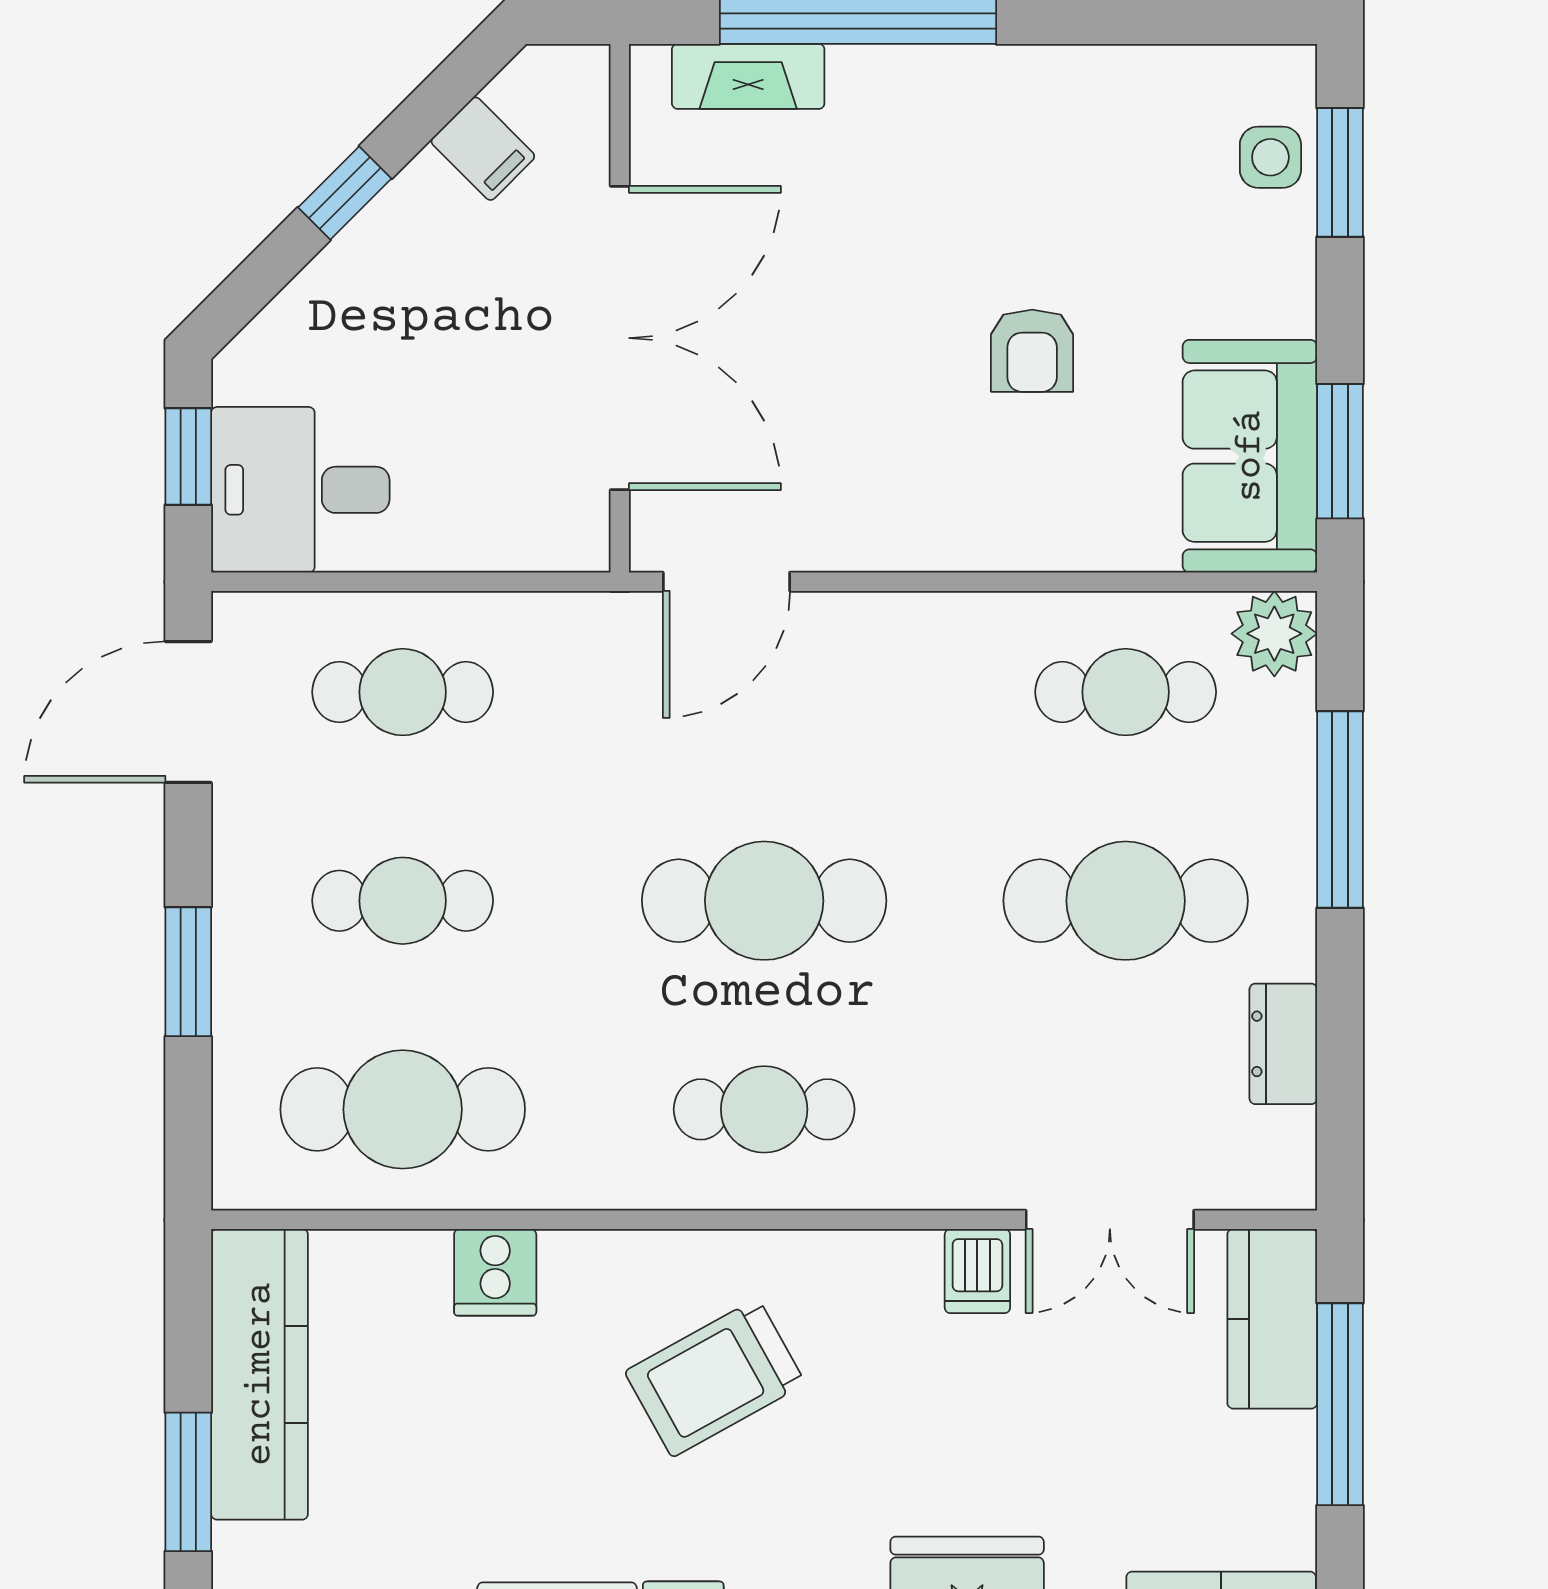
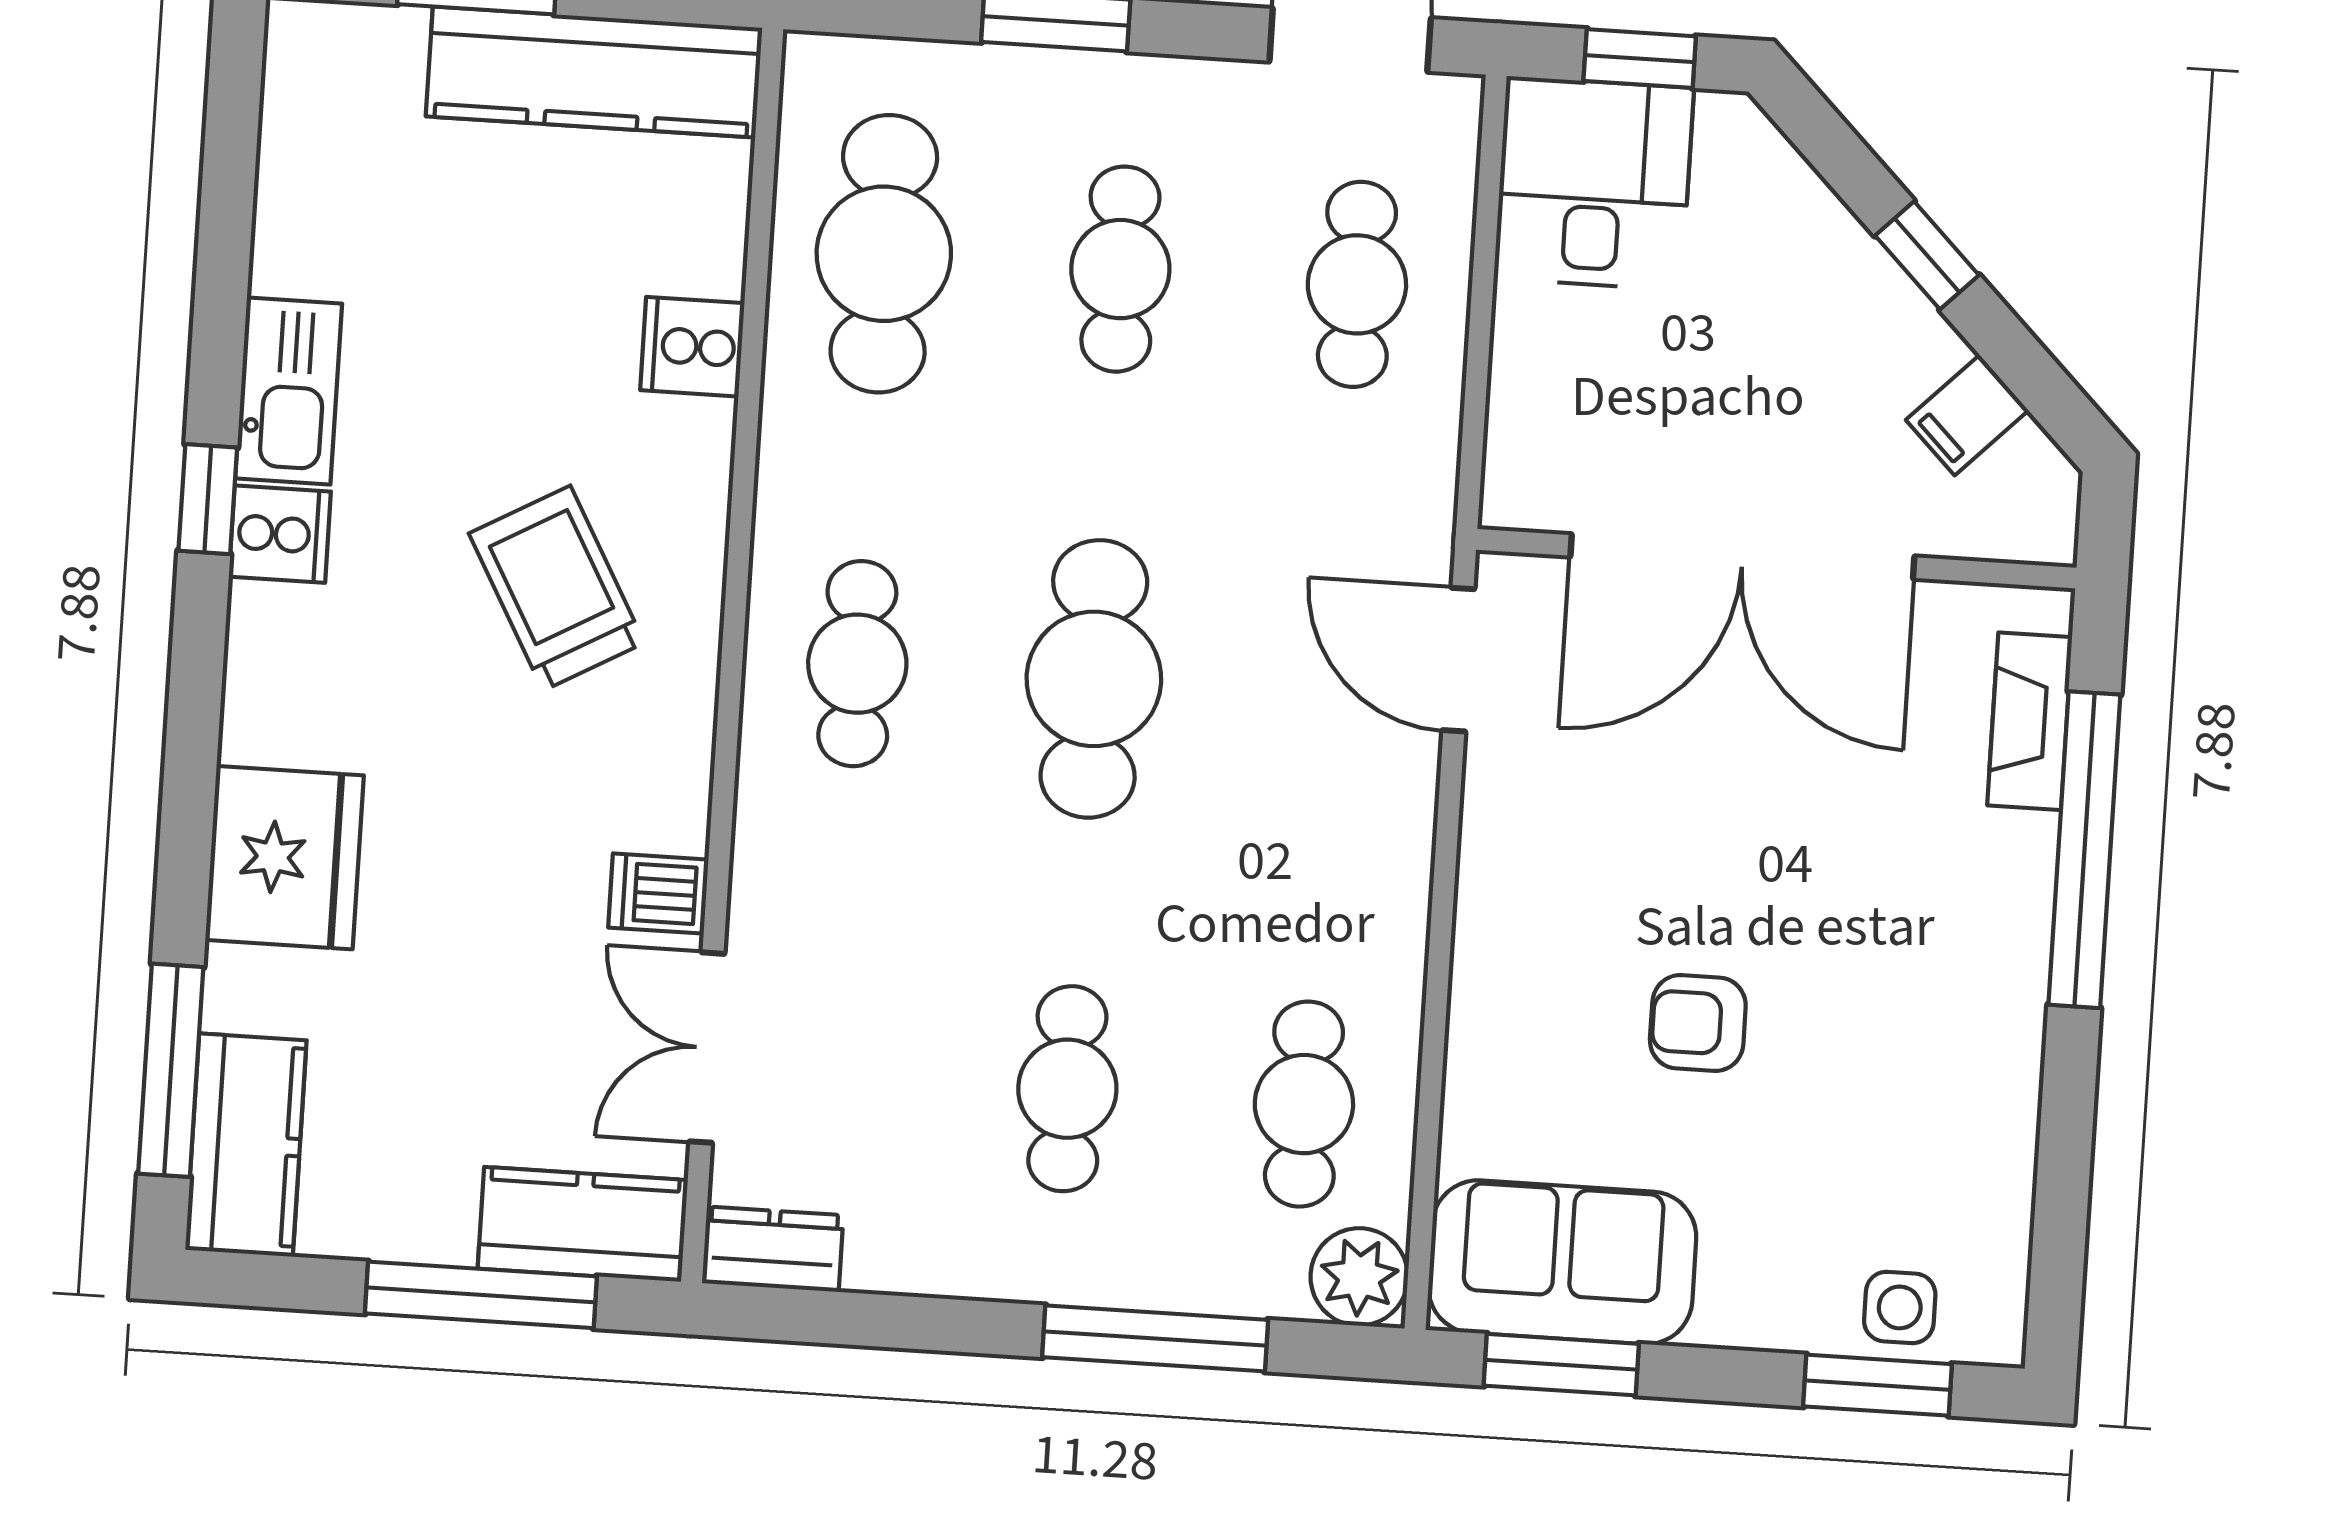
cafe table: (1126, 901) -> (1067, 1089), width x0.73, depth x0.74
dresser: (1283, 1044) -> (773, 1249), moved

